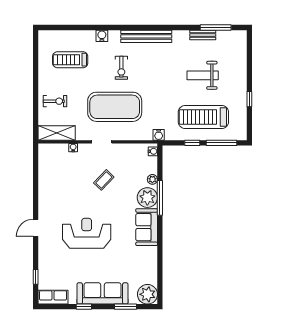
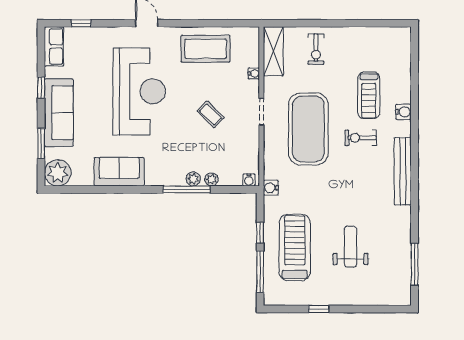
bench: (203, 35) -> (405, 247), removed
treadmill: (70, 60) -> (369, 95), moved, turned 180
coffee table: (55, 184) -> (206, 49), added
plant: (147, 198) -> (193, 179), width x0.53, depth x0.53
sofa: (147, 227) -> (119, 172), moved
reception desk: (87, 233) -> (139, 91), width x1.36, depth x1.30

